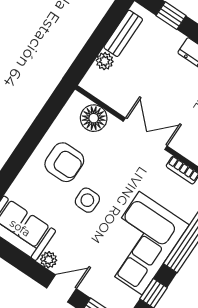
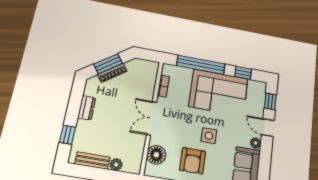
armchair: (64, 162) -> (193, 161), turned 180

